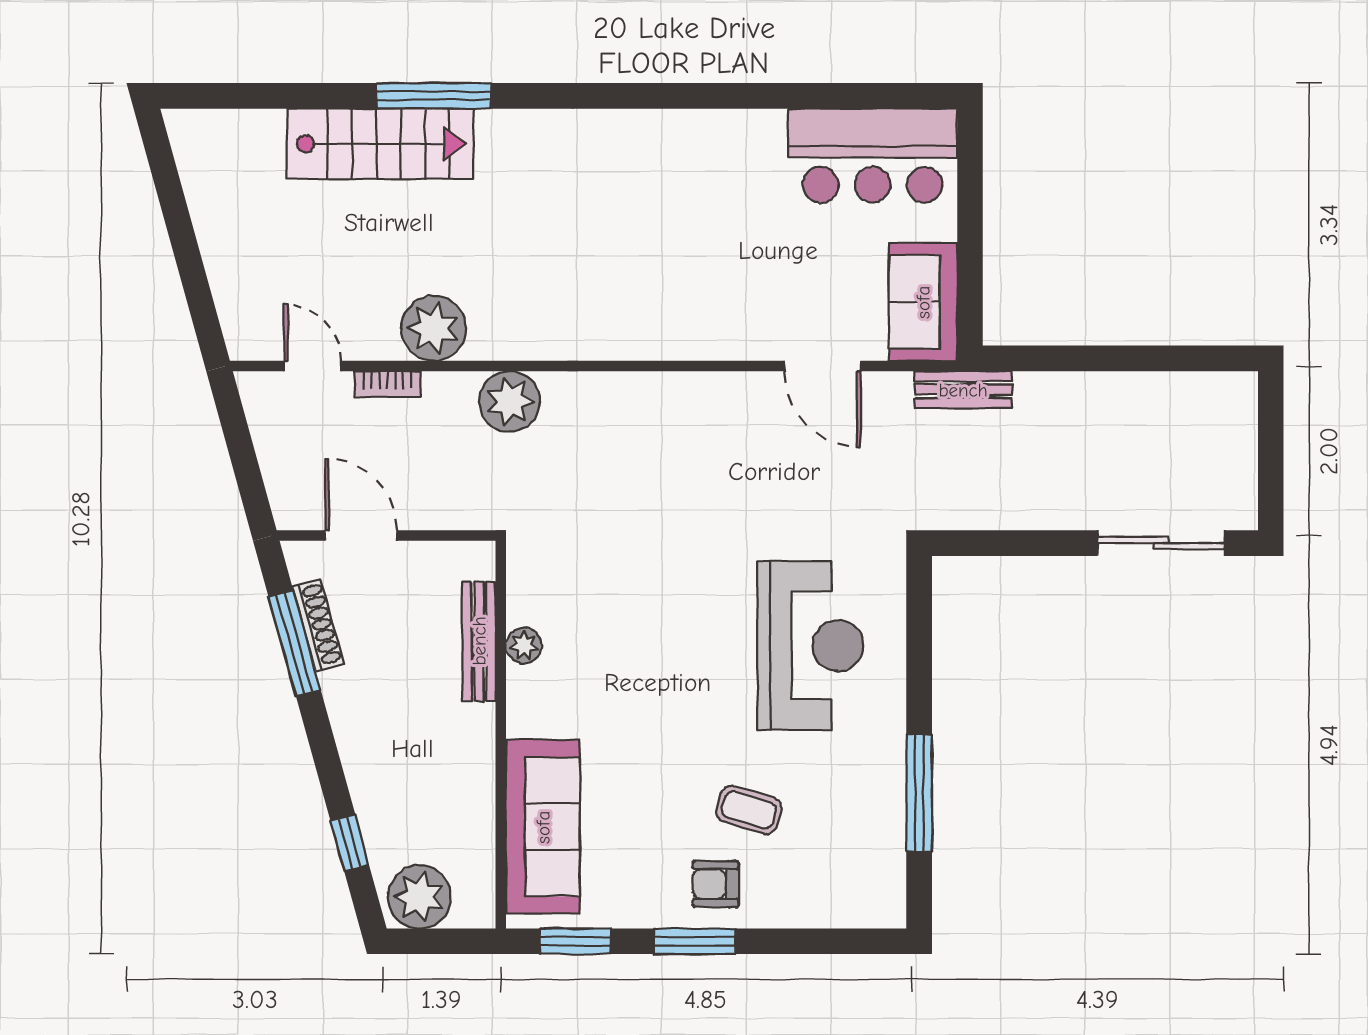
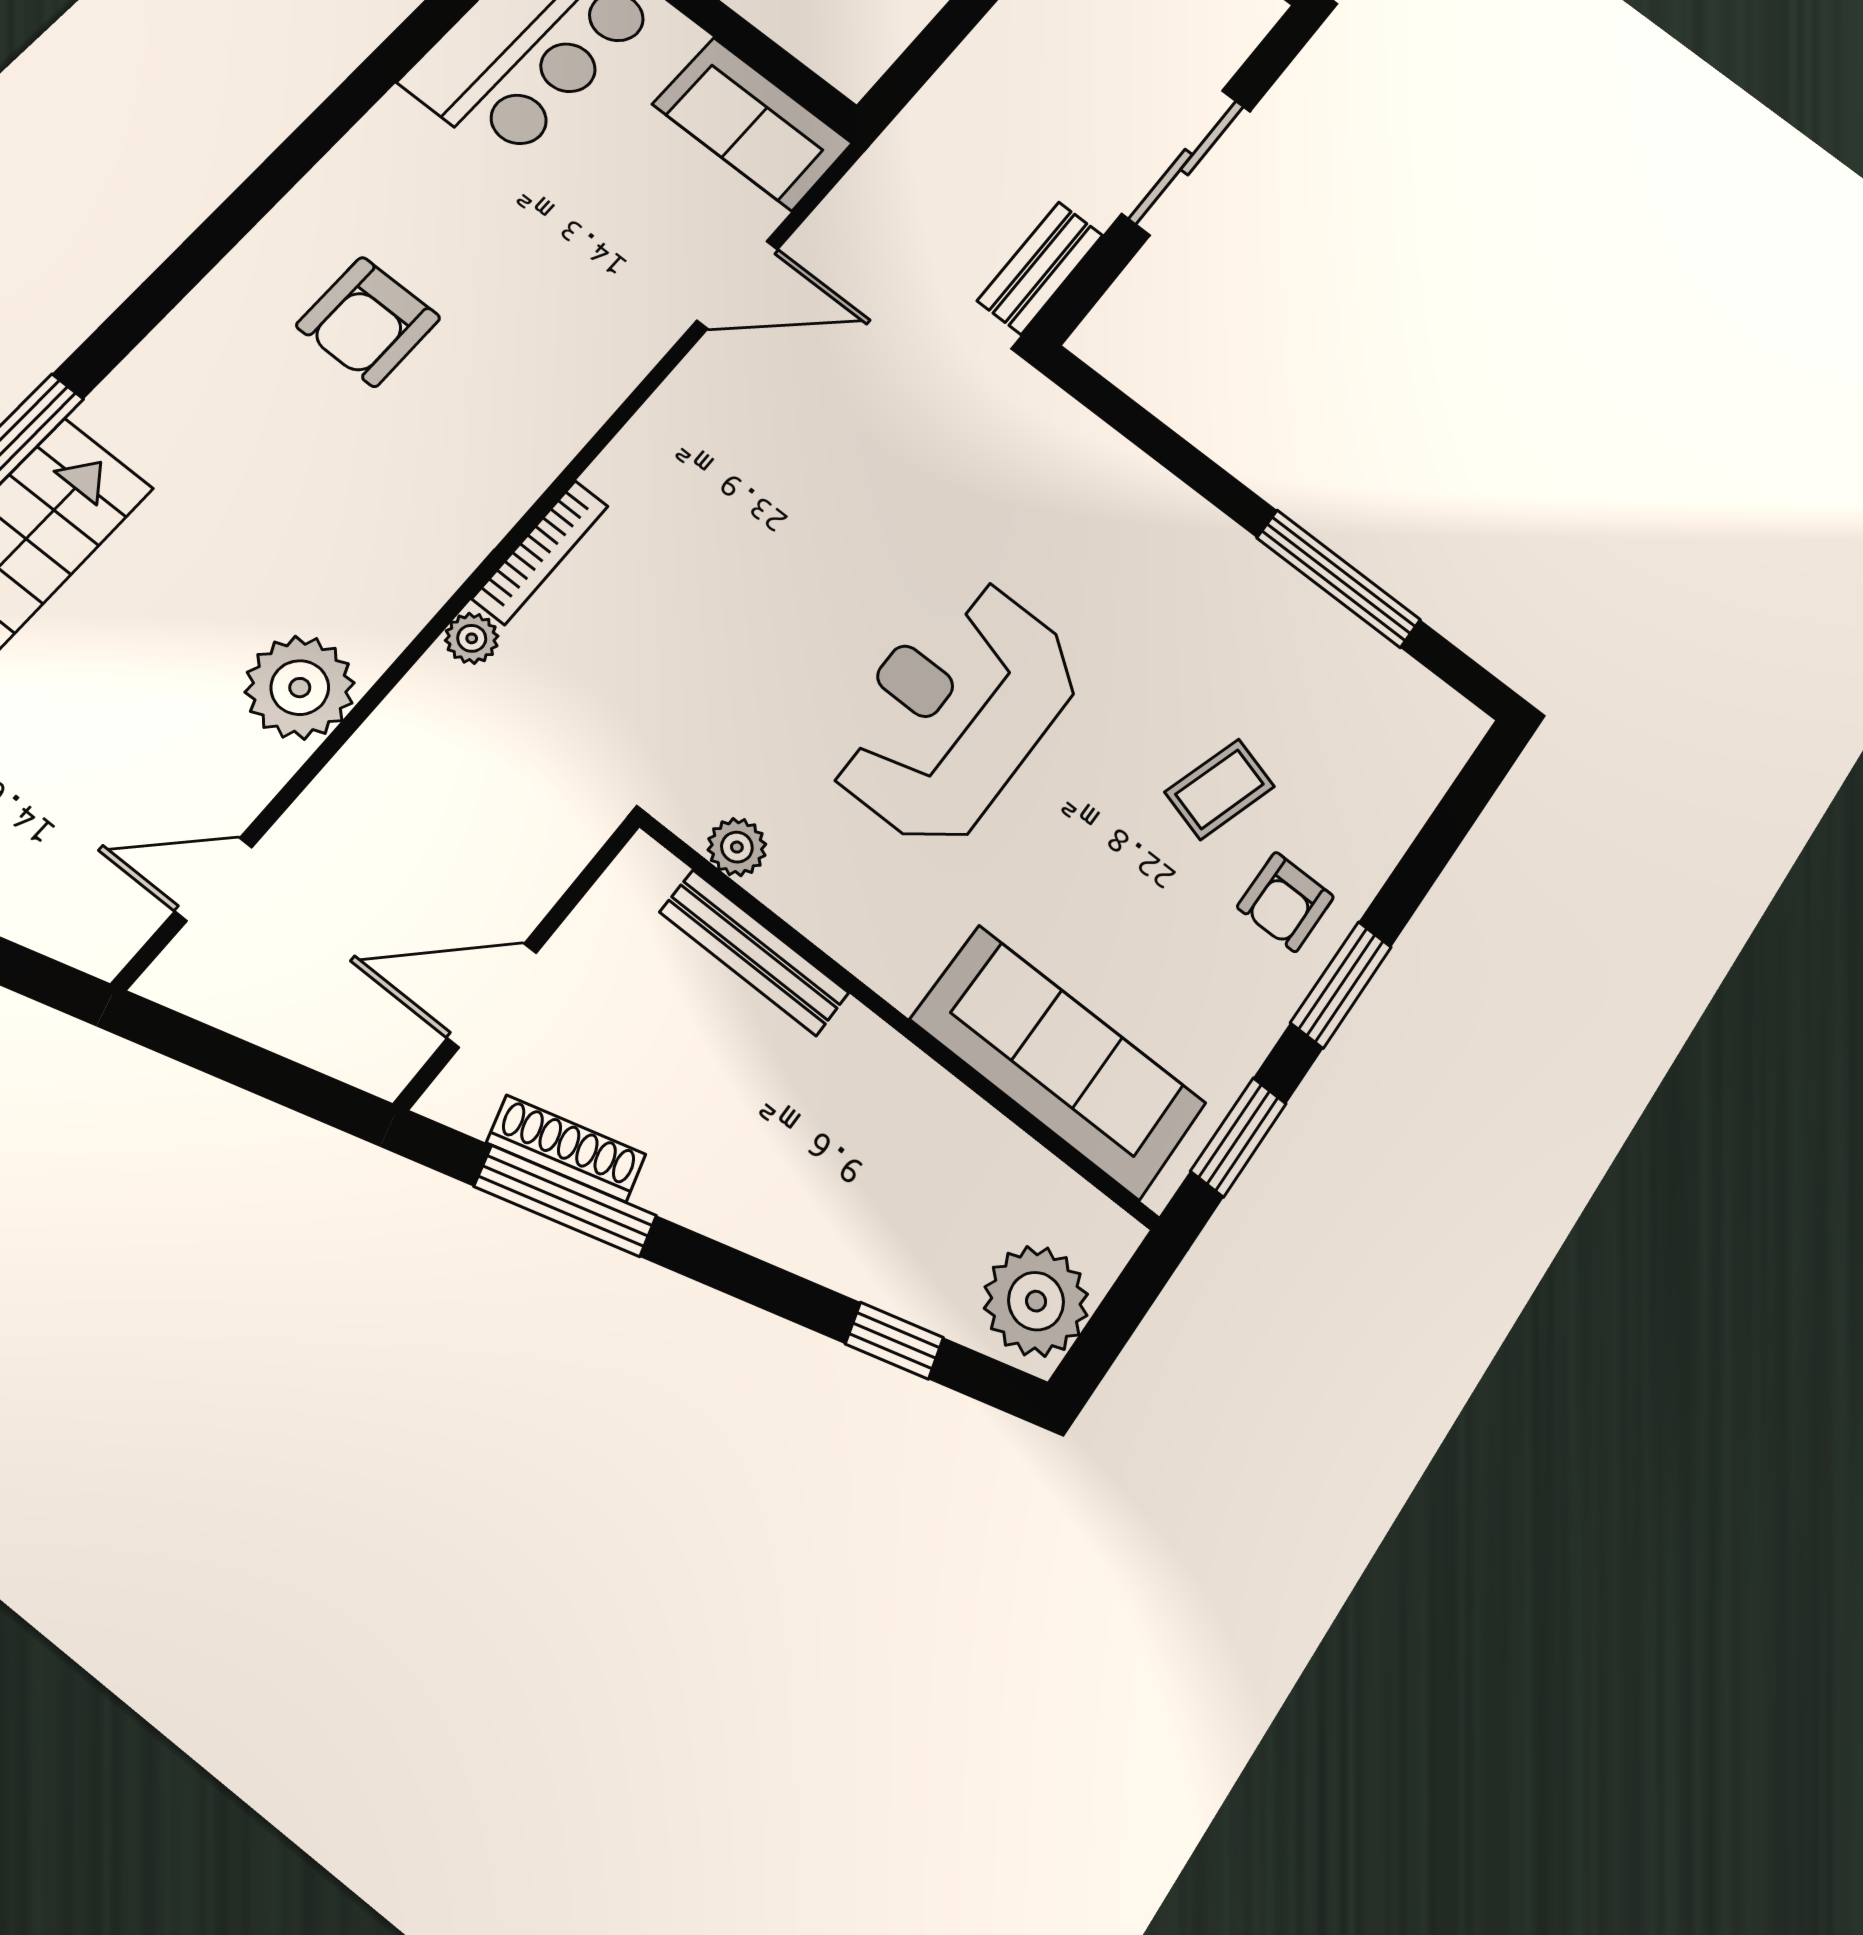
armchair: (645, 205) -> (368, 322), added
bookcase: (388, 384) -> (540, 552), moved, width x1.56
bench: (963, 390) -> (1040, 268), moved
plant: (510, 402) -> (472, 638), width x0.53, depth x0.53
sliding door: (1161, 543) -> (1186, 162), moved
plant: (524, 645) -> (737, 847), moved
reception desk: (810, 646) -> (954, 711), moved, turned -90

